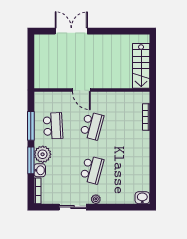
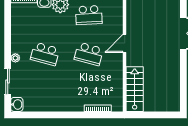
stairs: (141, 66) -> (135, 89), moved, turned 90
sliding door: (73, 207) -> (8, 81), moved

